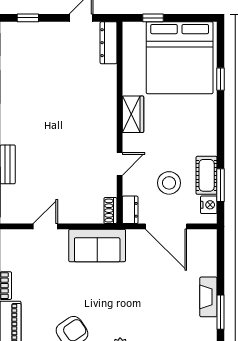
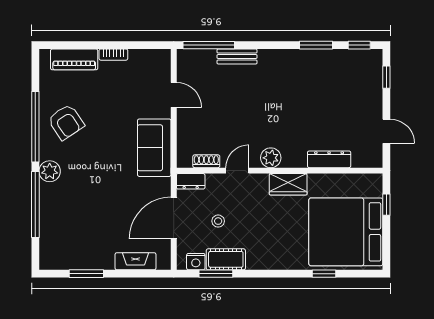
dresser: (109, 43) -> (329, 159), moved
plant: (107, 131) -> (271, 158), added
door: (120, 164) -> (237, 171), swing flipped
stool: (169, 183) -> (218, 221), width x0.53, depth x0.53
shoe rack: (110, 211) -> (206, 161), moved
fireplace: (208, 297) -> (136, 261), moved

